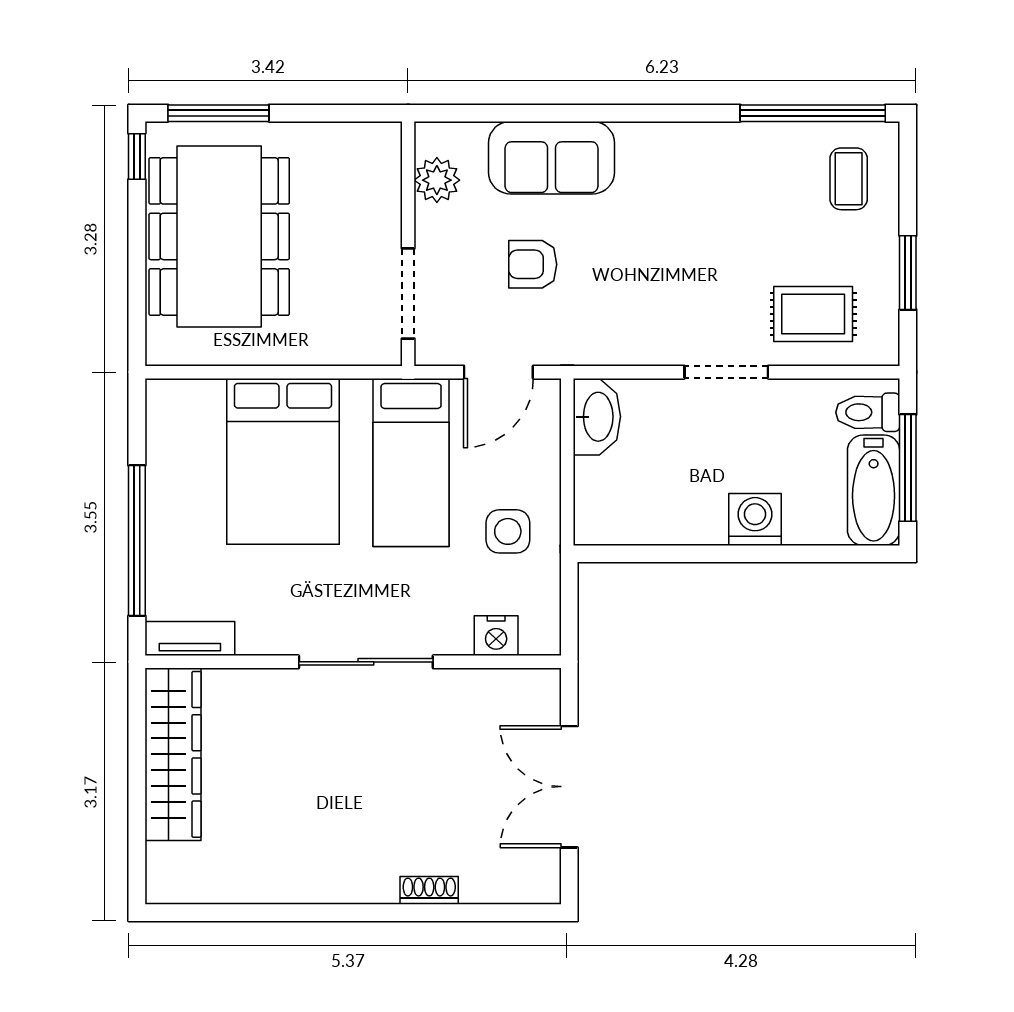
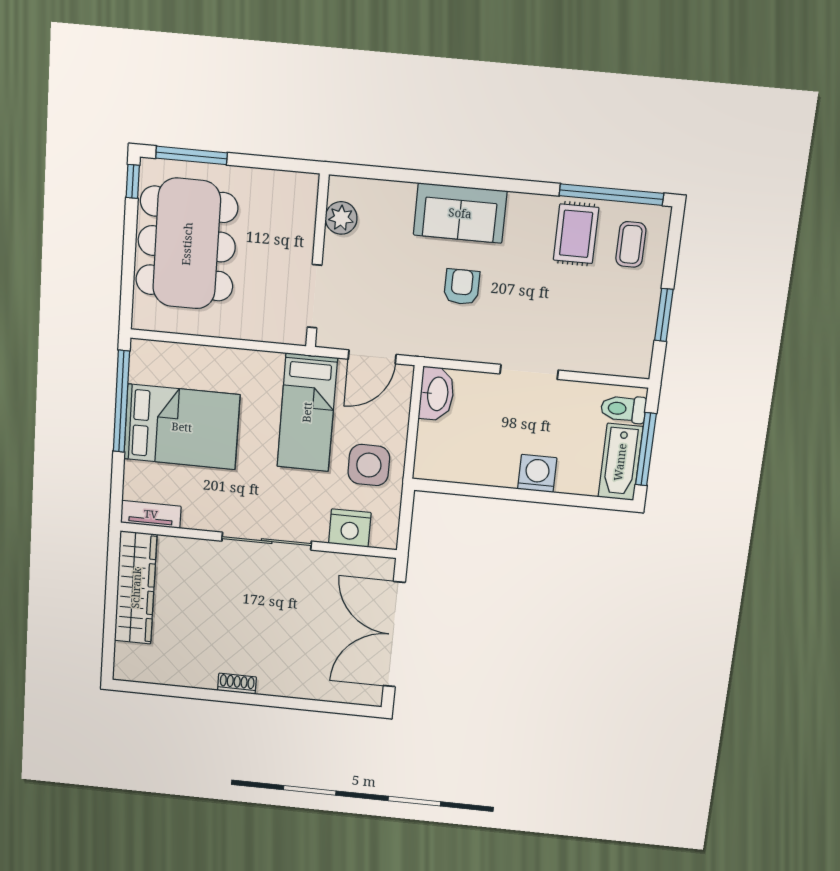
sofa: (551, 158) -> (460, 213), moved
armchair: (533, 264) -> (462, 287), moved, turned 90
rug: (813, 314) -> (576, 234), moved, turned 90
bed: (283, 461) -> (182, 427), moved, turned -90
side table: (508, 531) -> (369, 465), width x1.37, depth x1.37
window: (137, 541) -> (121, 401), moved
nightstand: (496, 636) -> (350, 528), width x1.36, depth x1.33
double door: (569, 787) -> (394, 634), width x1.36
shoe rack: (429, 890) -> (237, 684), moved

